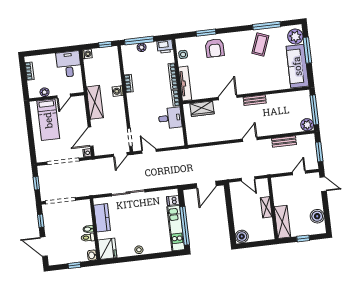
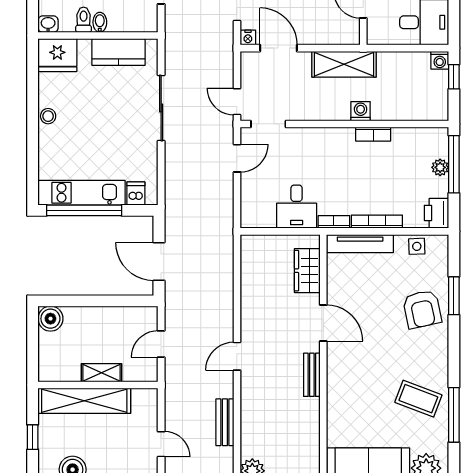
window: (105, 45) -> (454, 77), moved
armchair: (215, 48) -> (422, 309), turned -102
door: (250, 139) -> (237, 356), swing flipped
shelving: (282, 222) -> (84, 401), width x1.47

